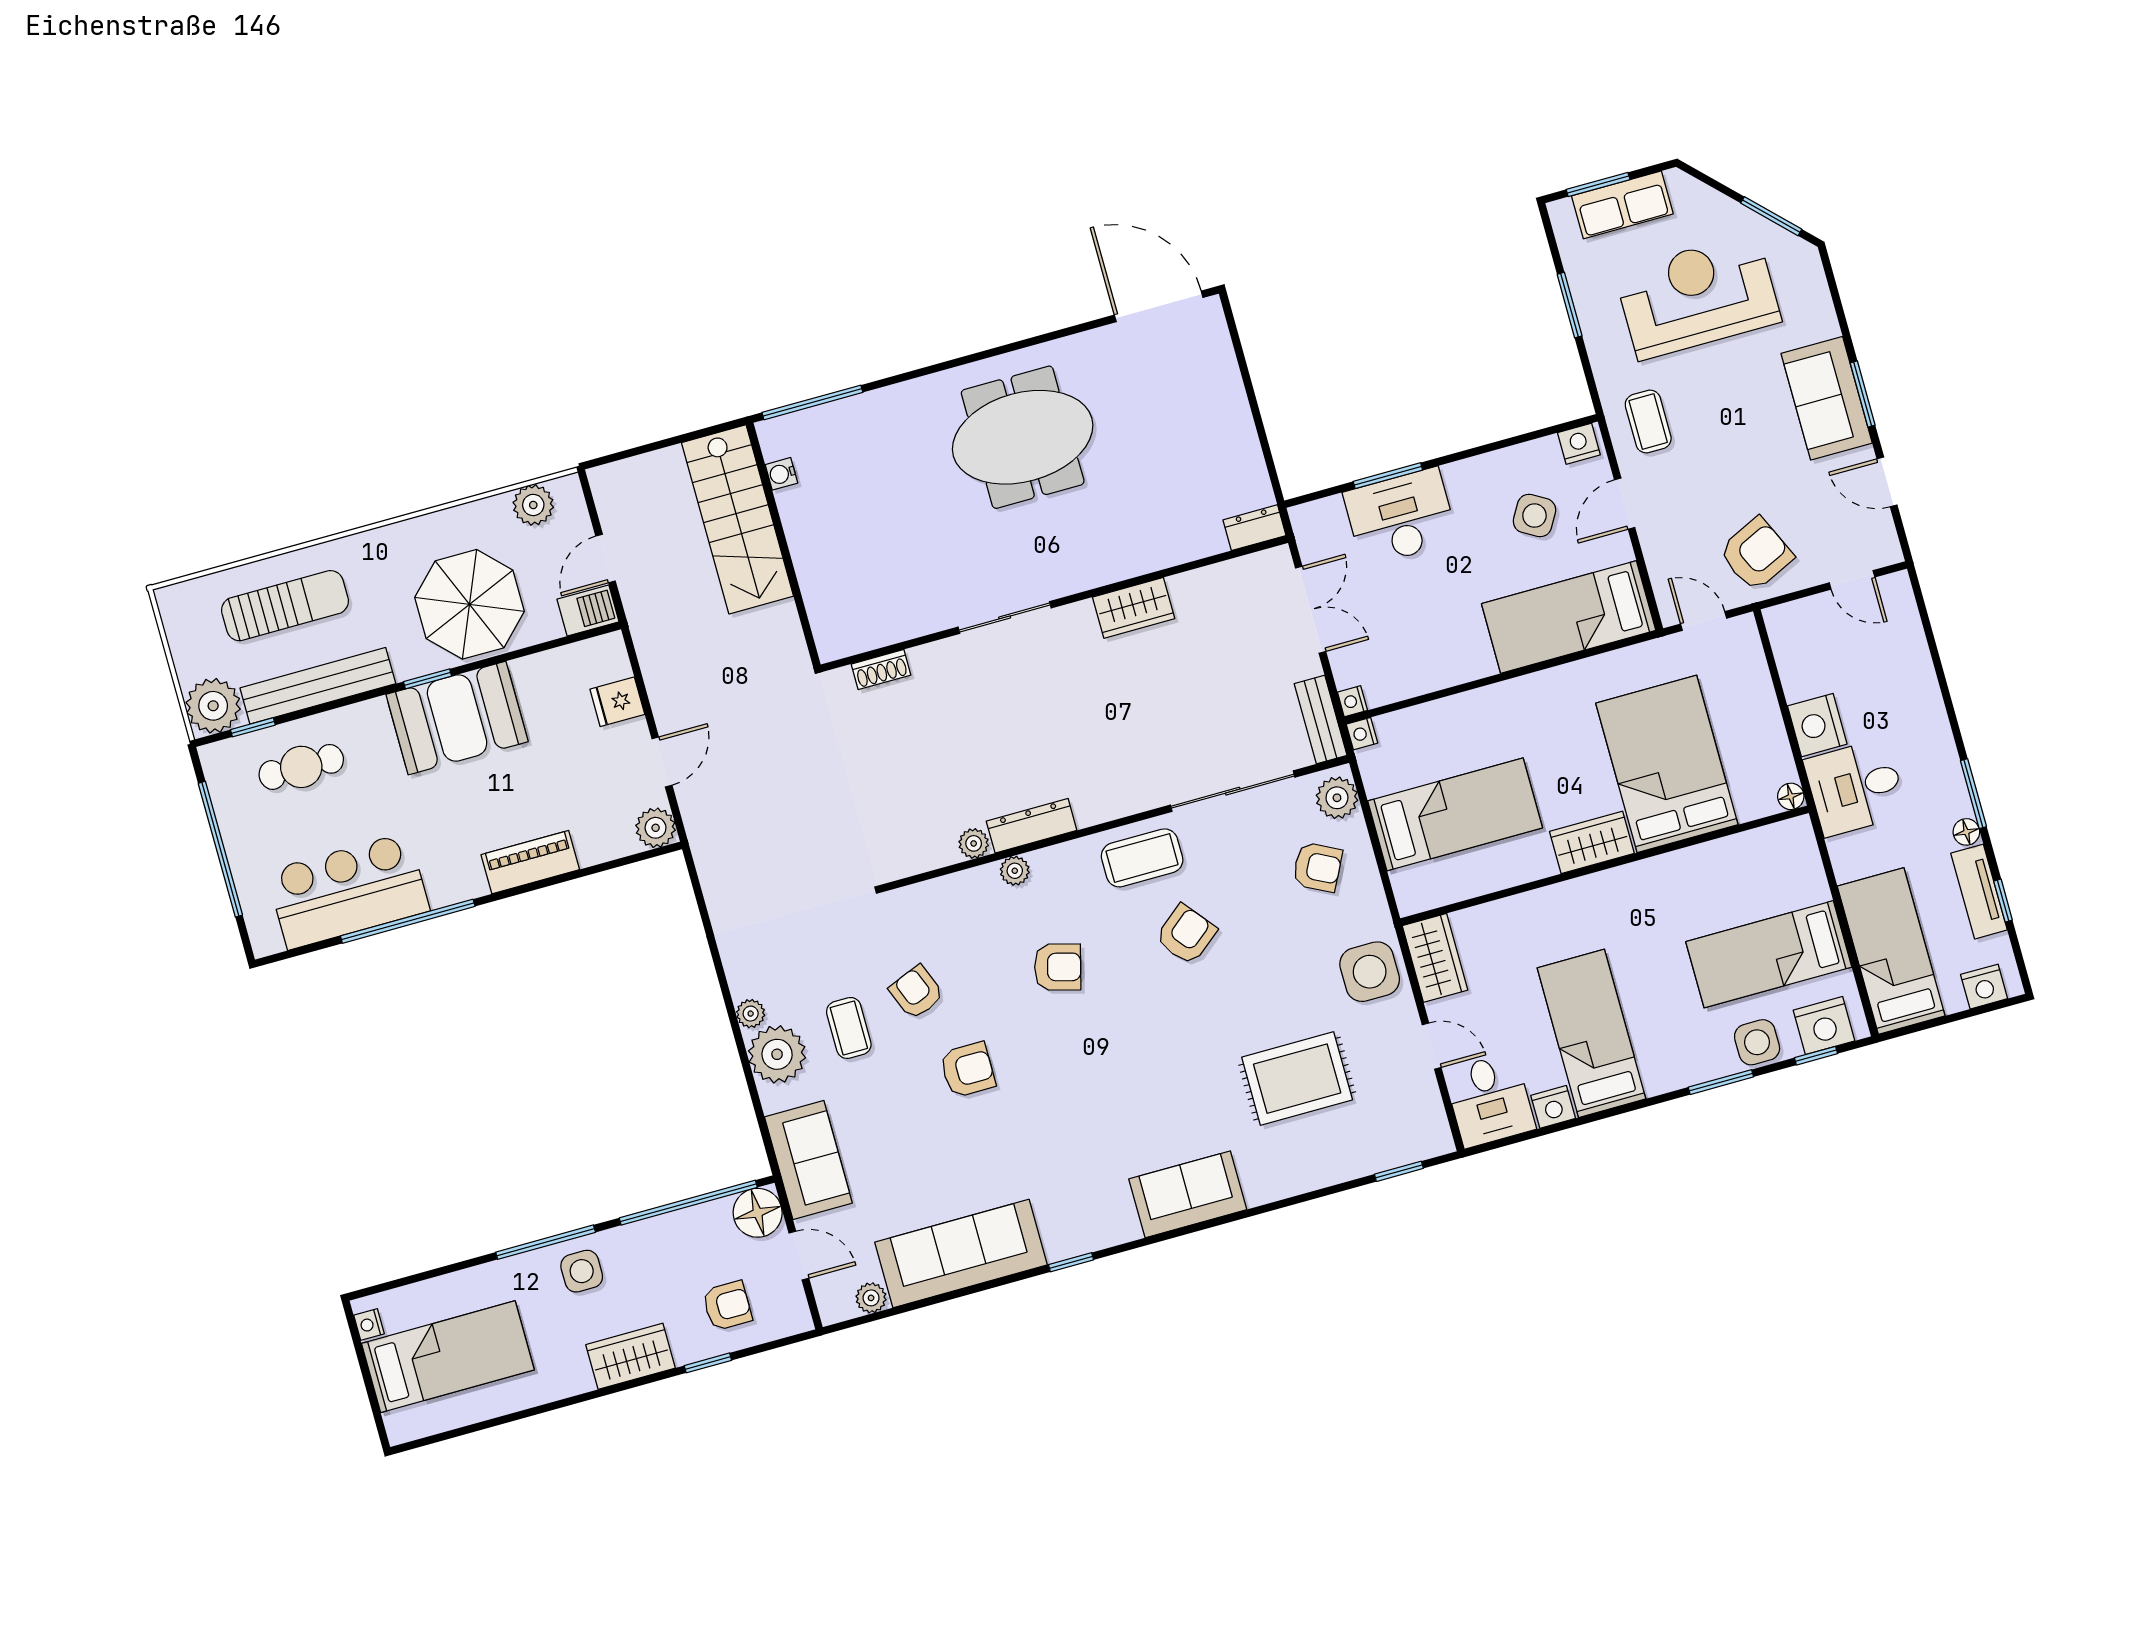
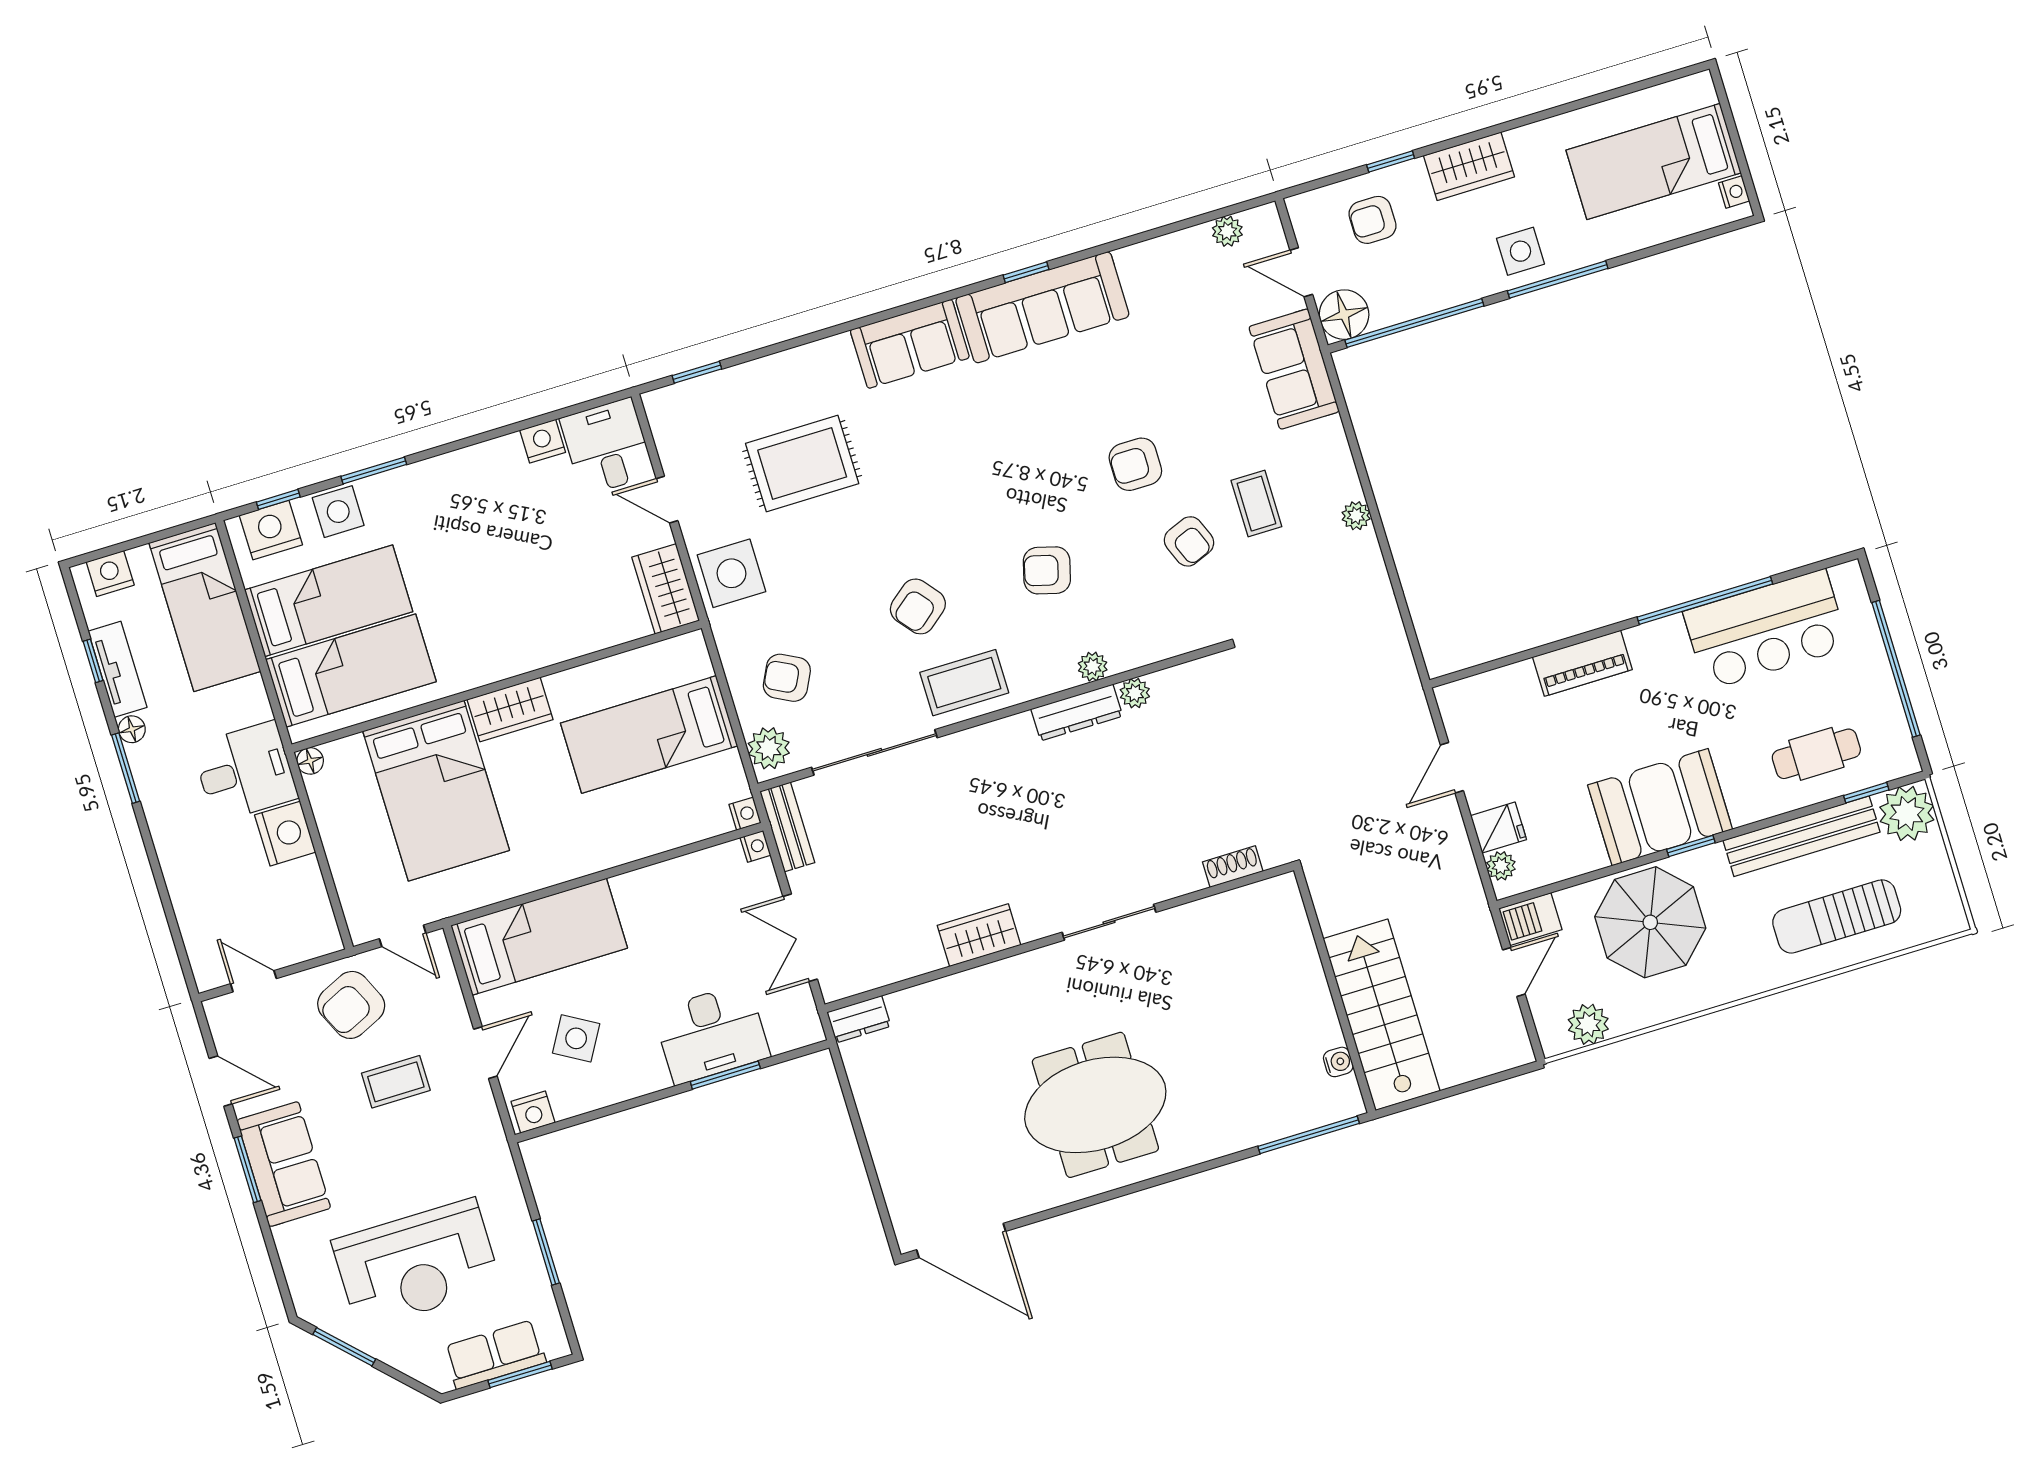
coffee table: (1648, 422) -> (396, 1082), moved, turned 90
plant: (656, 828) -> (1501, 866), moved, width x0.73, depth x0.73
bed: (1591, 1033) -> (351, 671), moved, turned -90
plant: (777, 1054) -> (1328, 475), removed
sofa: (961, 1253) -> (1042, 307), moved

